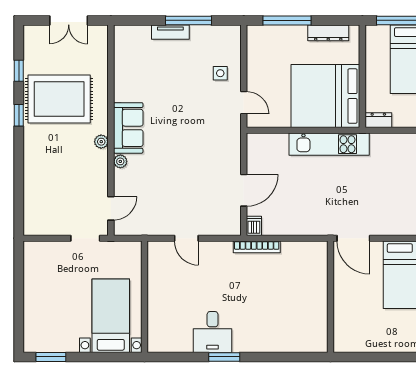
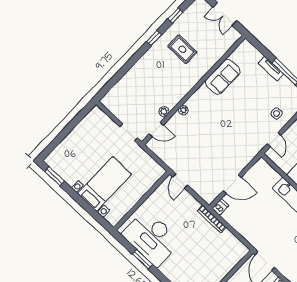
rug: (59, 99) -> (182, 49), width x0.54, depth x0.49
sofa: (128, 128) -> (223, 77), moved
plant: (101, 142) -> (164, 111), moved
wall: (145, 297) -> (142, 201), moved
desk: (213, 332) -> (151, 238), width x1.87, depth x1.30

